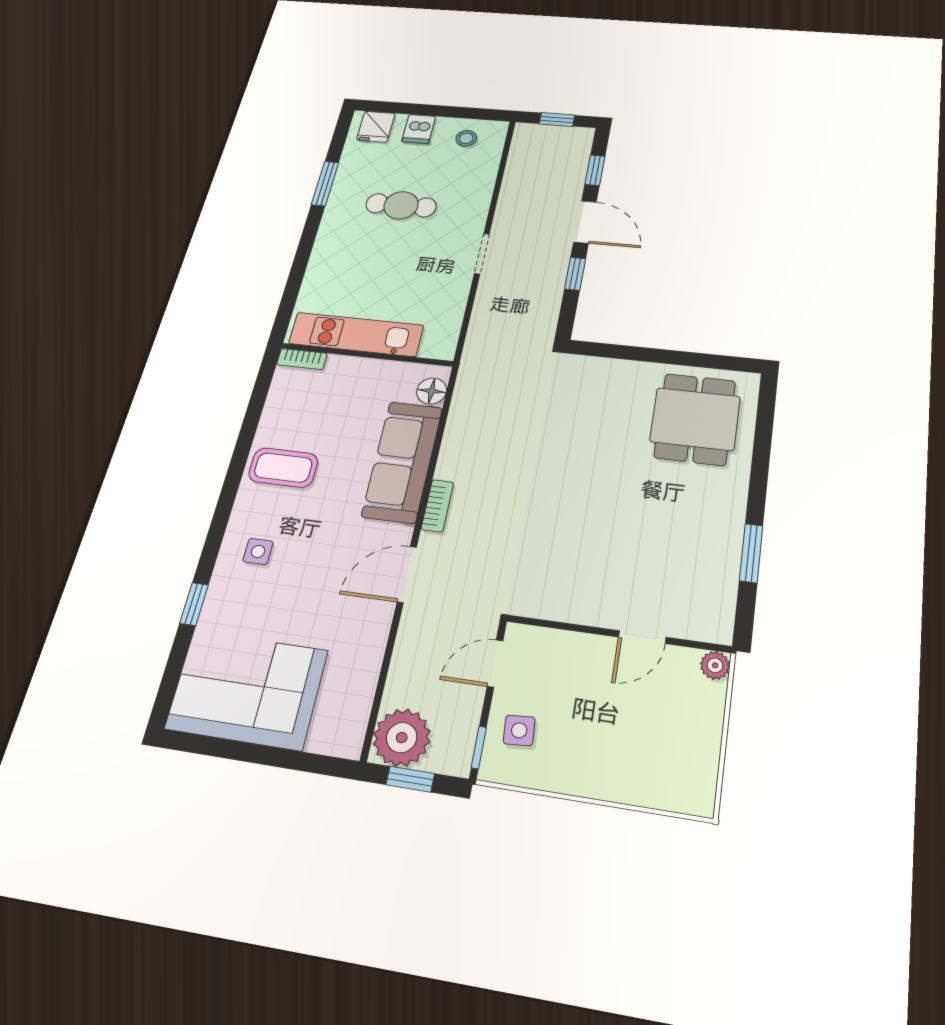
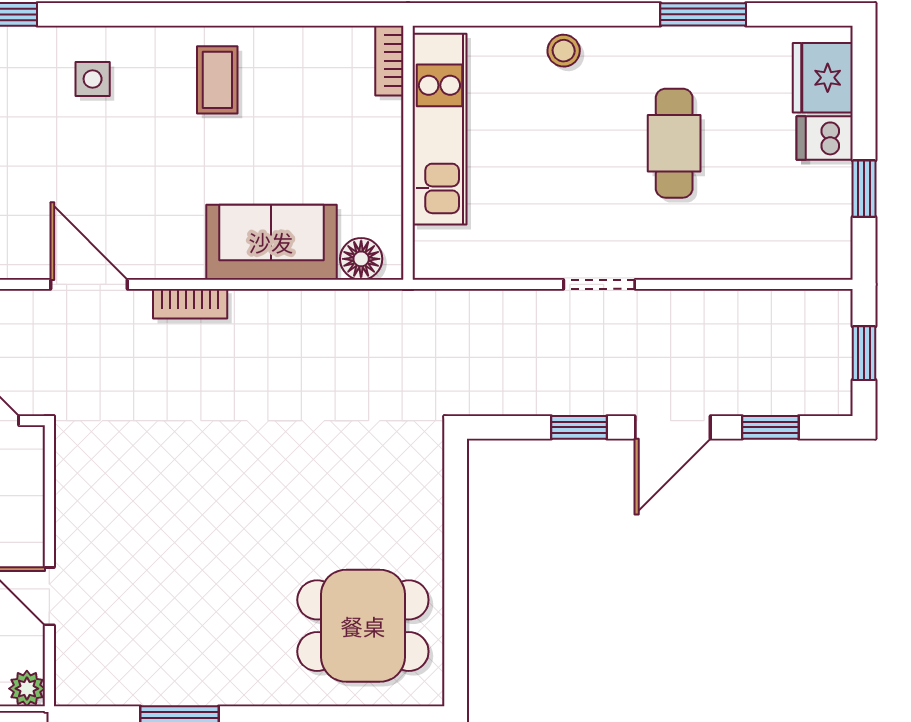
window: (455, 112) -> (864, 189), added
fridge: (376, 127) -> (823, 78), width x1.38
stool: (466, 138) -> (564, 51), moved
sofa: (402, 462) -> (271, 242), width x0.73
coffee table: (283, 468) -> (217, 80), width x0.73, depth x0.77

